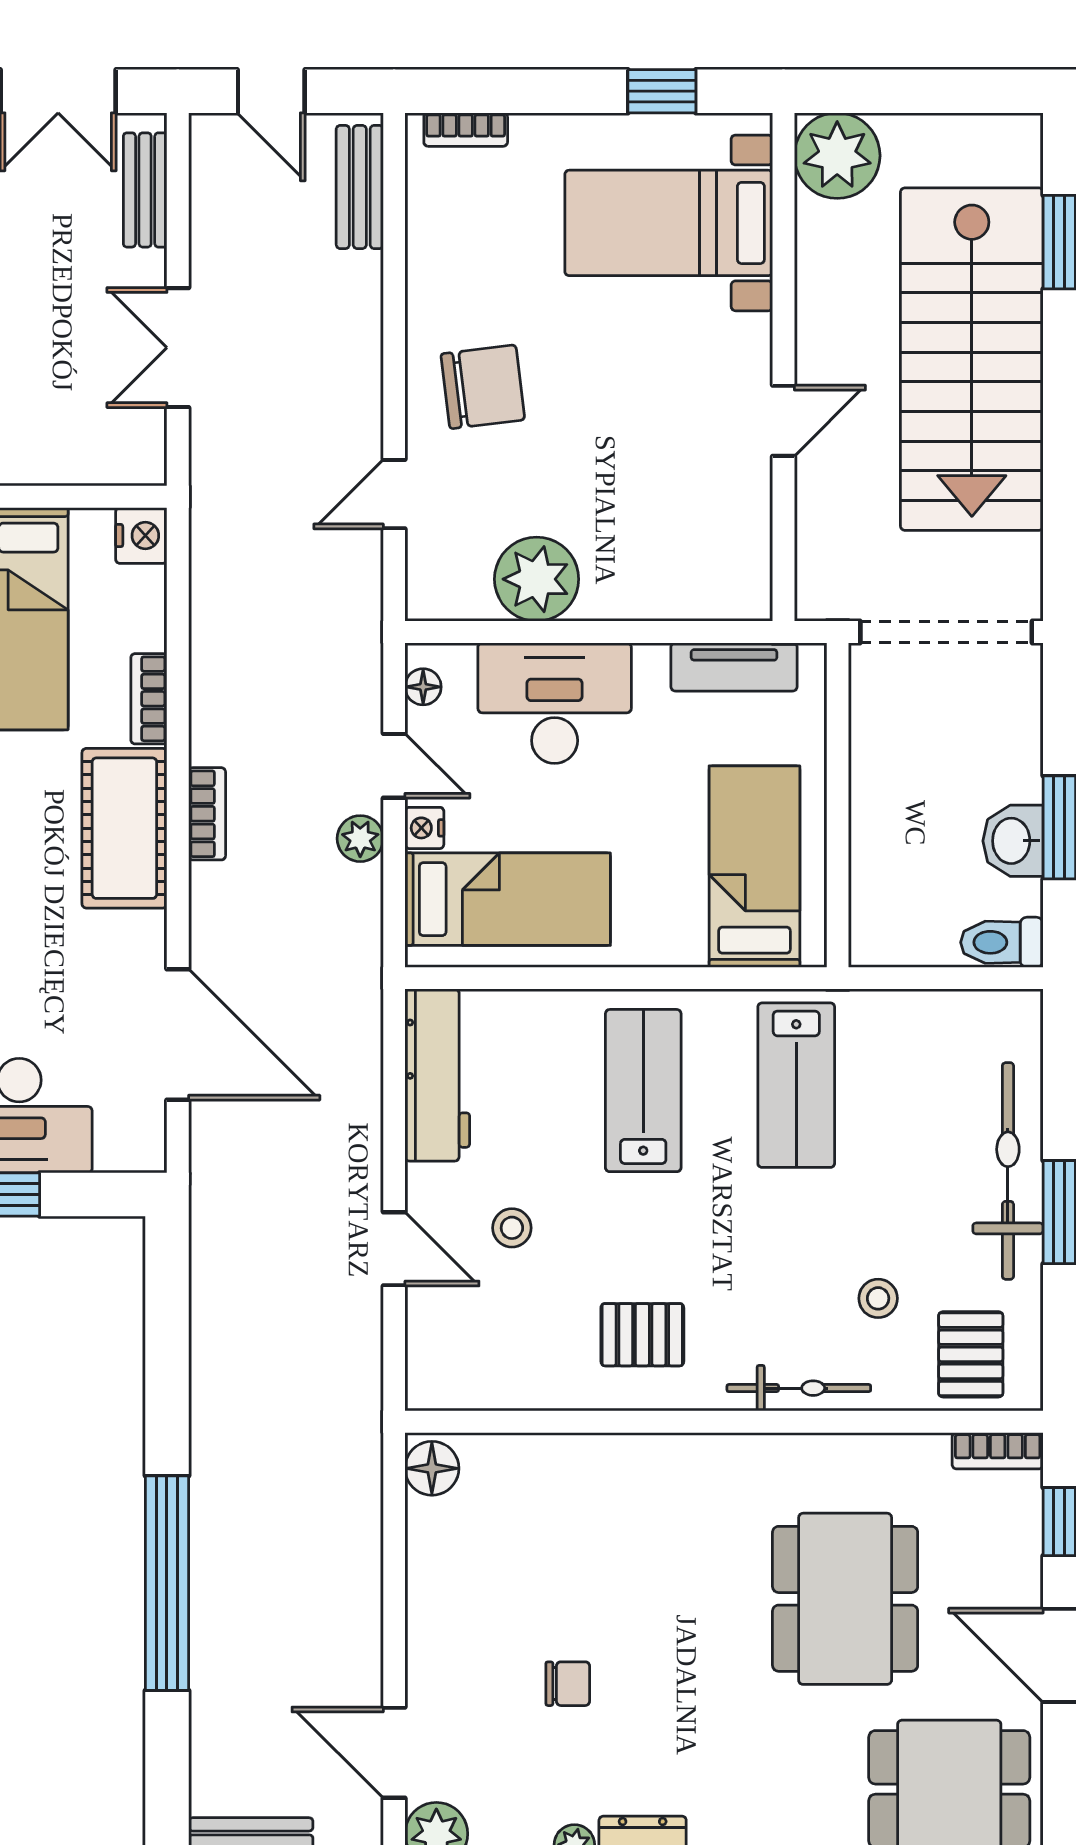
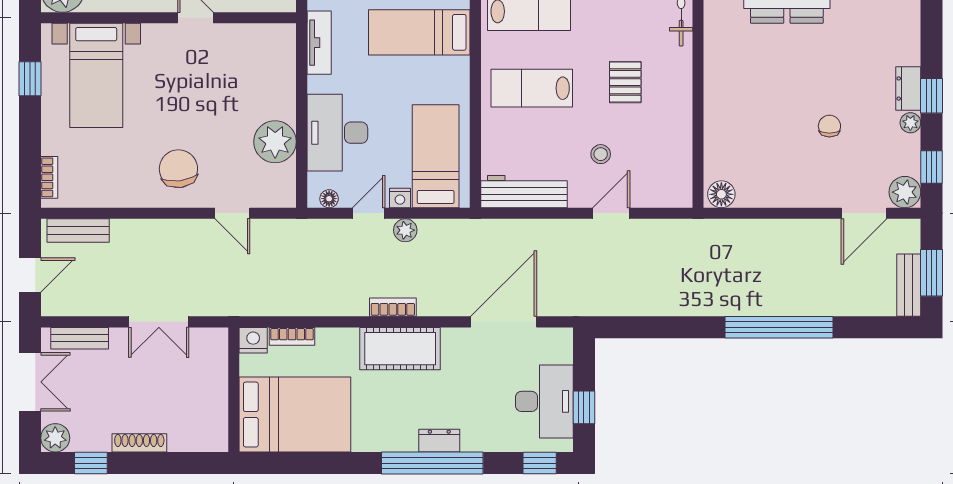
bookcase: (149, 699) -> (292, 336), moved
pallet: (642, 1335) -> (625, 82), moved

